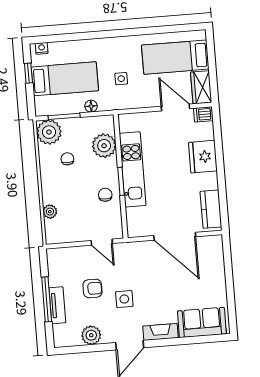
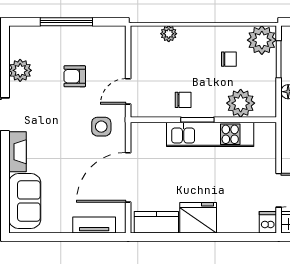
fridge: (203, 157) -> (198, 218), moved
armchair: (92, 288) -> (75, 76), turned 90
side table: (124, 299) -> (101, 127), moved
tv unit: (57, 305) -> (94, 225), moved, turned 180

